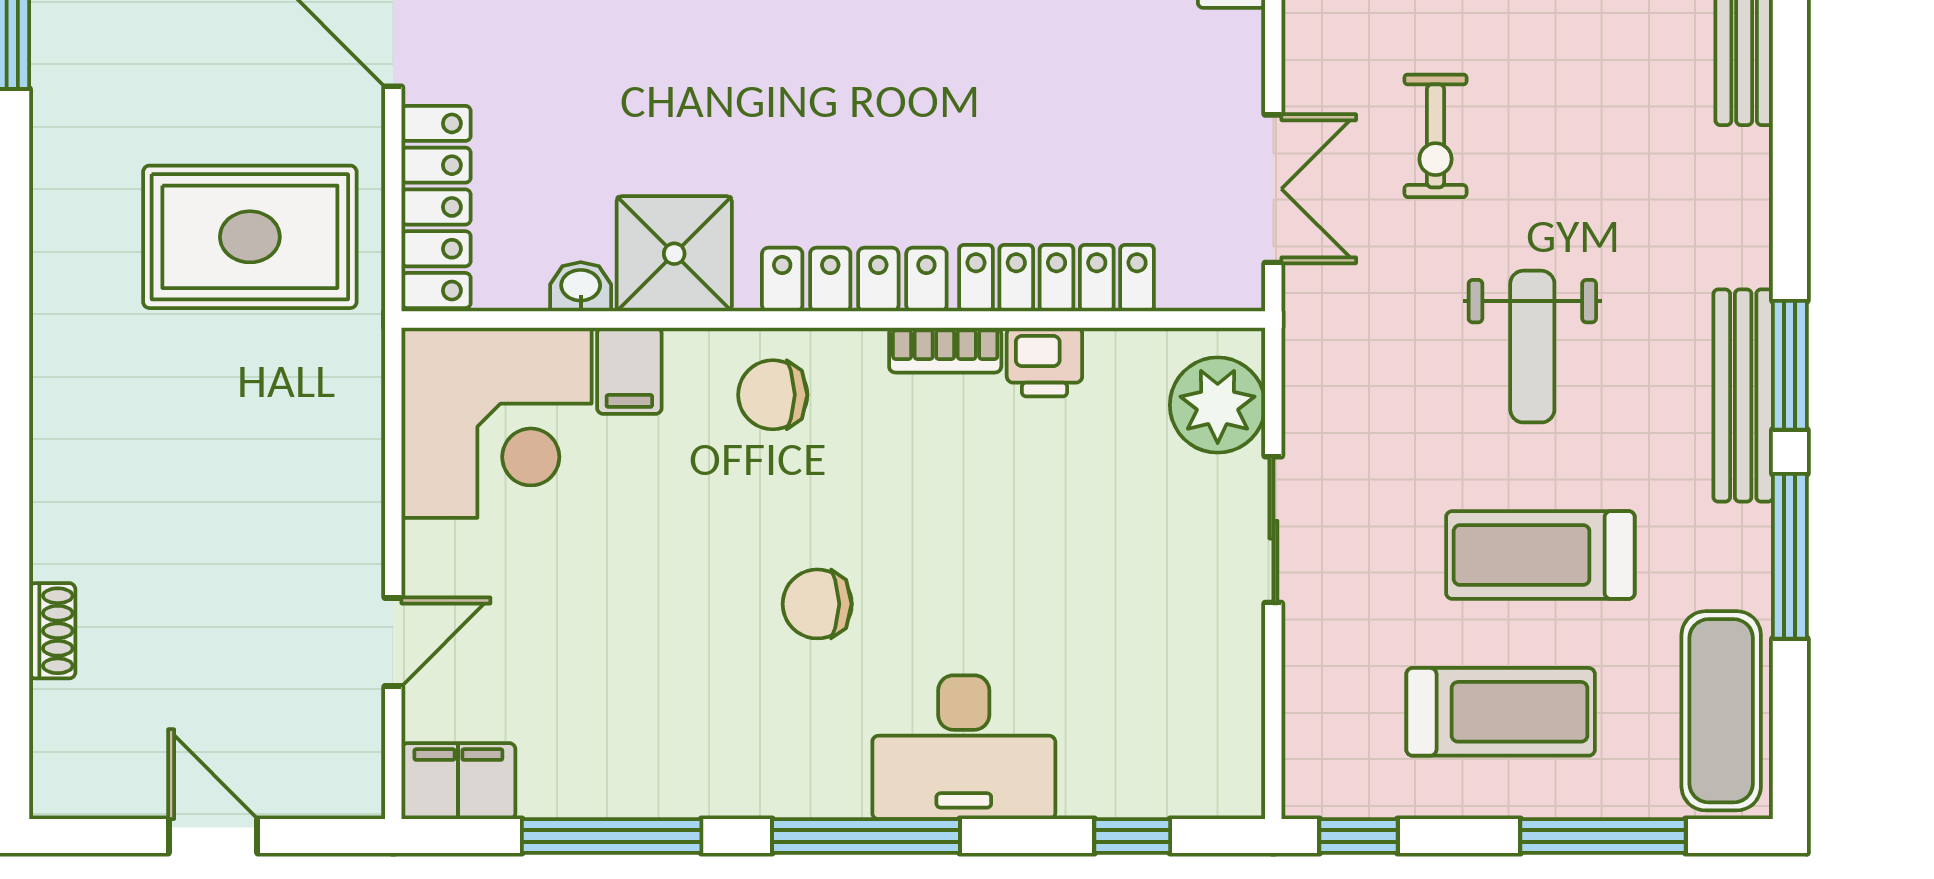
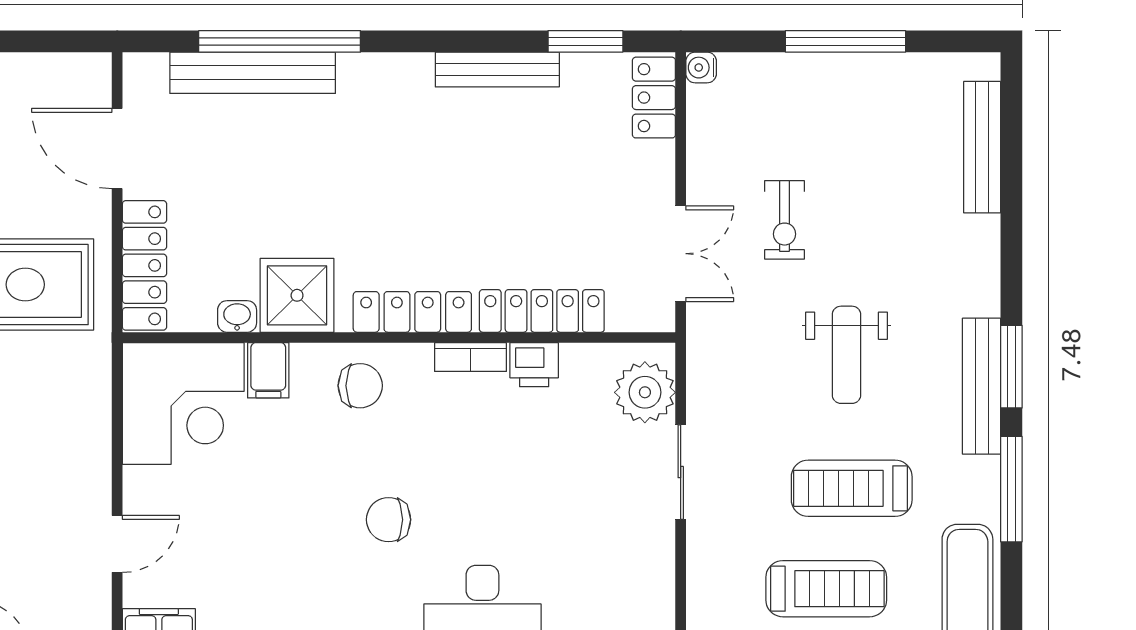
chair: (773, 395) -> (360, 386), turned 180

